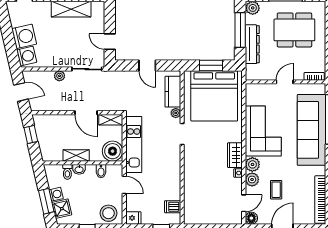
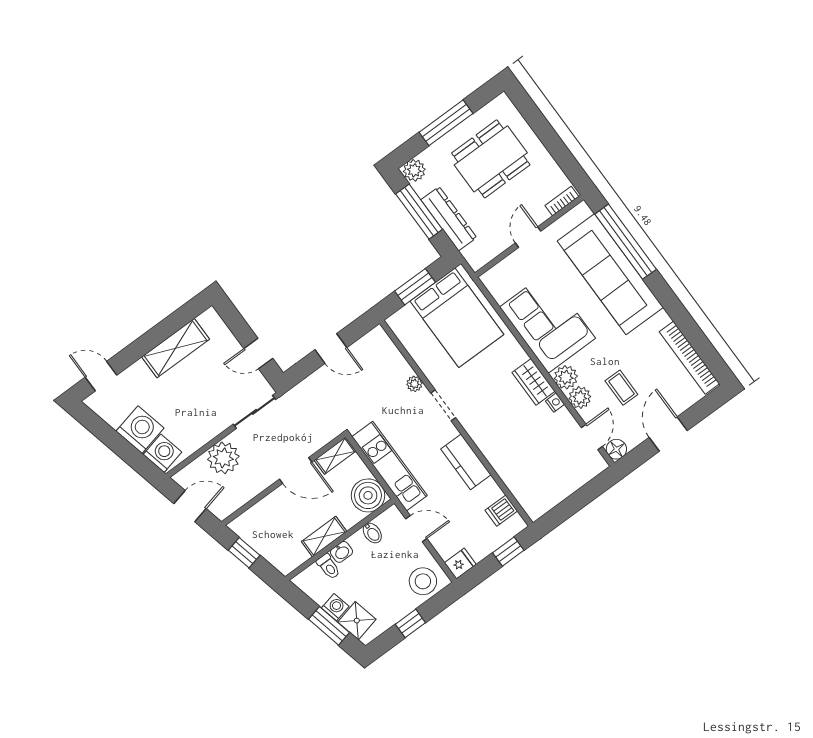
plant: (59, 76) -> (223, 458), width x1.88, depth x1.88
kitchen counter: (173, 92) -> (466, 462), moved
bed: (214, 96) -> (457, 318), width x0.73

